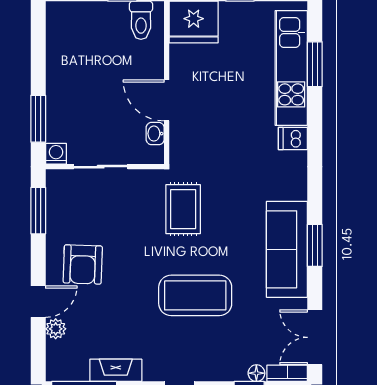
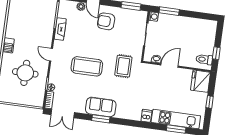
rug: (183, 209) -> (123, 66), turned 90
sofa: (287, 249) -> (101, 107), width x0.73
coffee table: (195, 295) -> (87, 66), turned 90
double door: (315, 337) -> (63, 114), swing flipped

